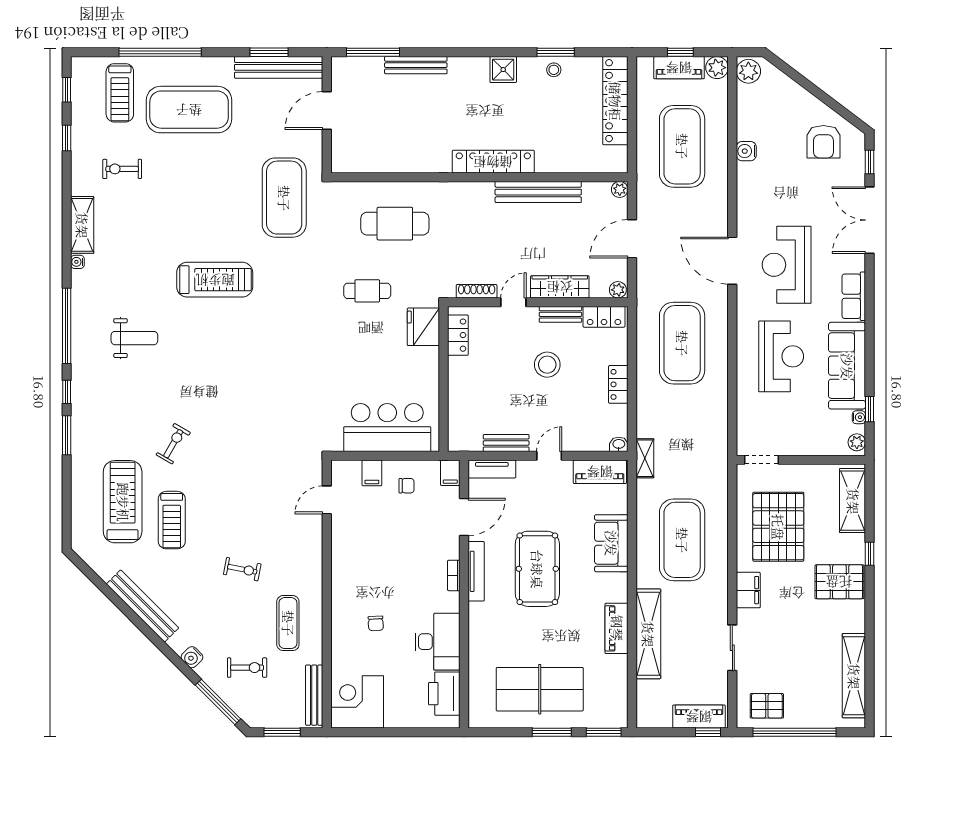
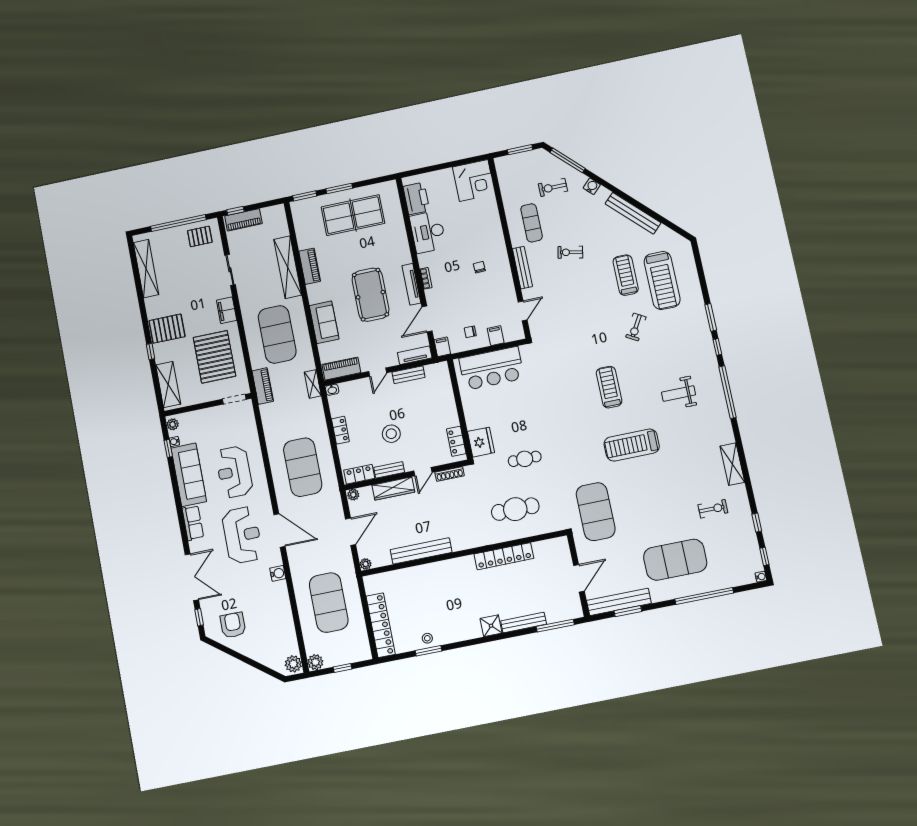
piano: (679, 68) -> (263, 386), moved, turned 90
shower: (503, 70) -> (491, 626), moved
treadmill: (120, 93) -> (609, 387), moved
water cooler: (746, 151) -> (278, 573), moved
locker: (493, 162) -> (504, 556), moved
water cooler: (77, 262) -> (761, 577), moved
chair: (376, 623) -> (479, 267), moved
bench: (314, 695) -> (522, 268), moved

